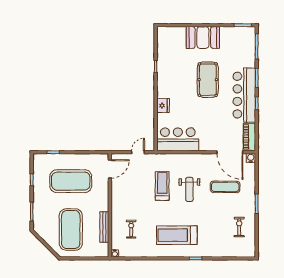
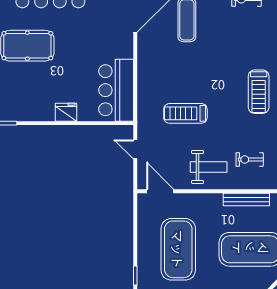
weight bench: (189, 189) -> (209, 167), moved
treadmill: (177, 235) -> (259, 92), width x0.73, depth x0.73

